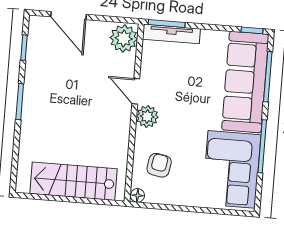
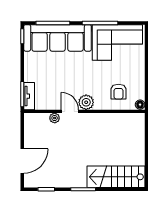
tv unit: (171, 34) -> (29, 96), width x0.71
plant: (124, 38) -> (55, 118), moved, width x0.53, depth x0.53
door: (136, 91) -> (70, 111), swing flipped
armchair: (159, 165) -> (118, 92), turned -100
stairs: (73, 181) -> (116, 177), moved, turned 90

